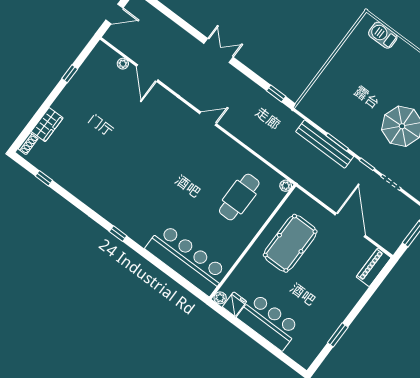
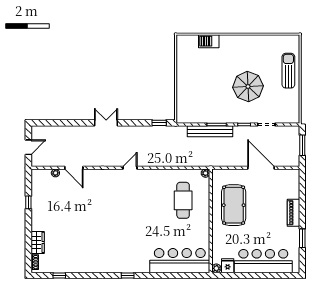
barbecue: (383, 35) -> (209, 41), moved
piano: (374, 267) -> (293, 213), moved
bar counter: (269, 322) -> (263, 261), width x1.36

